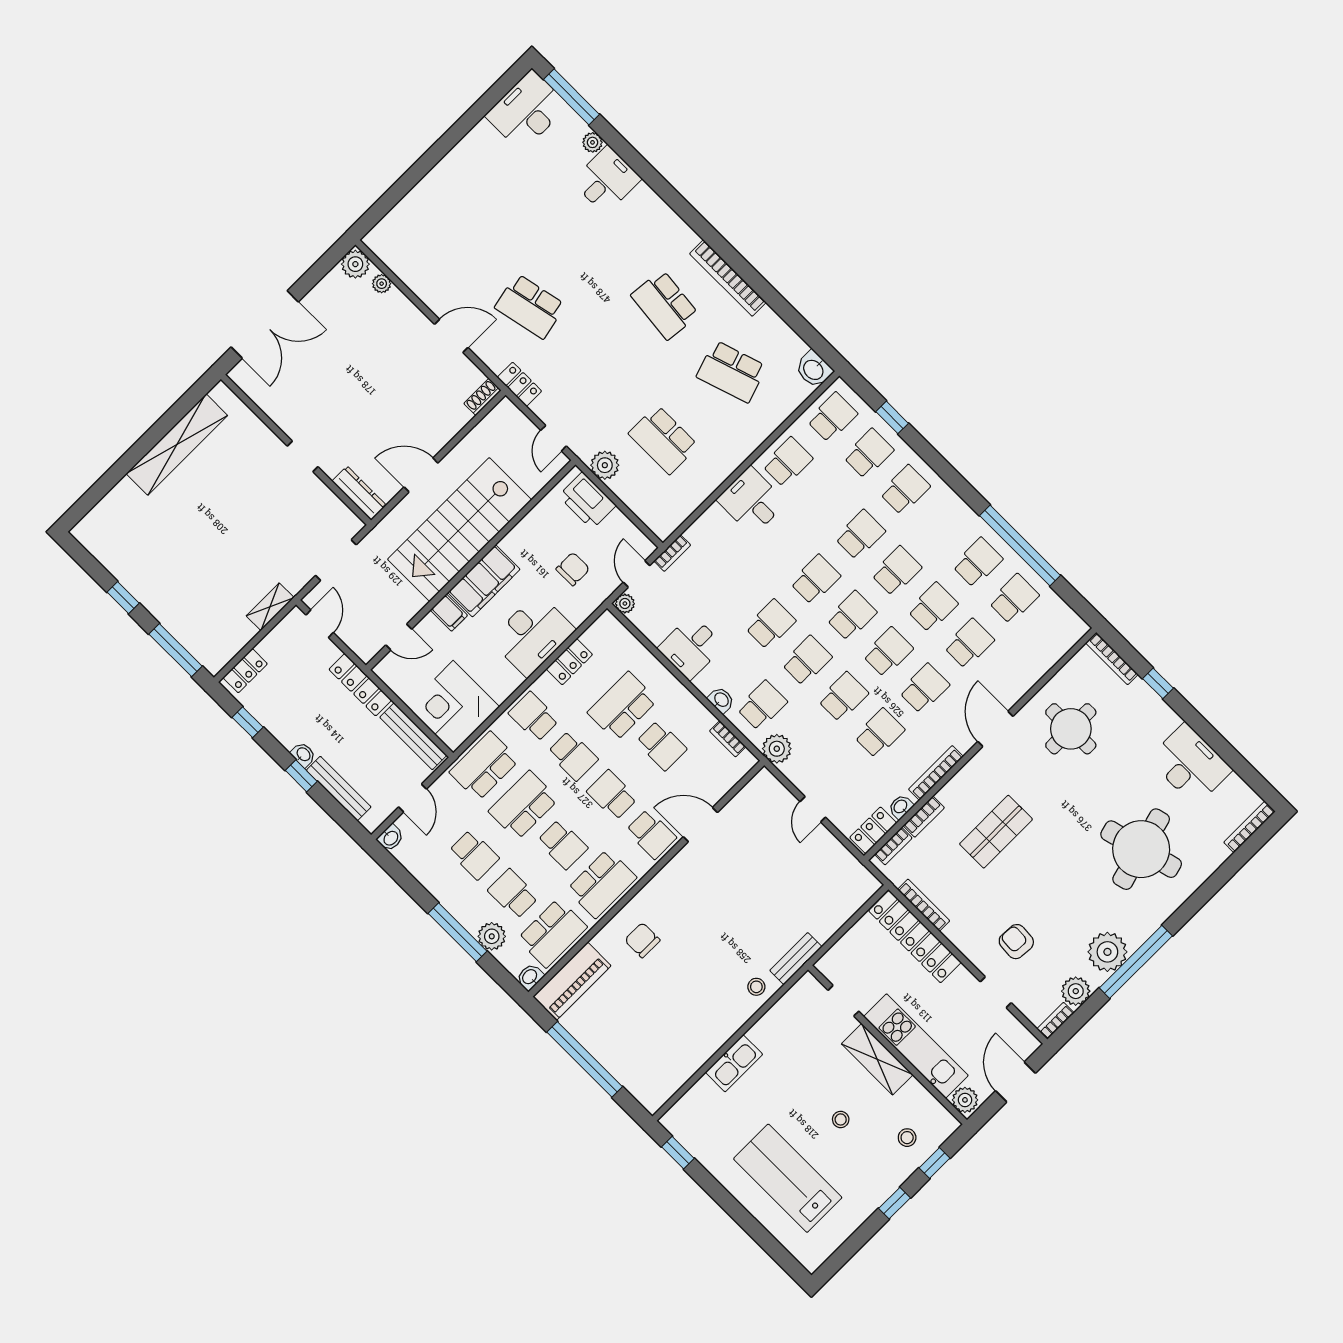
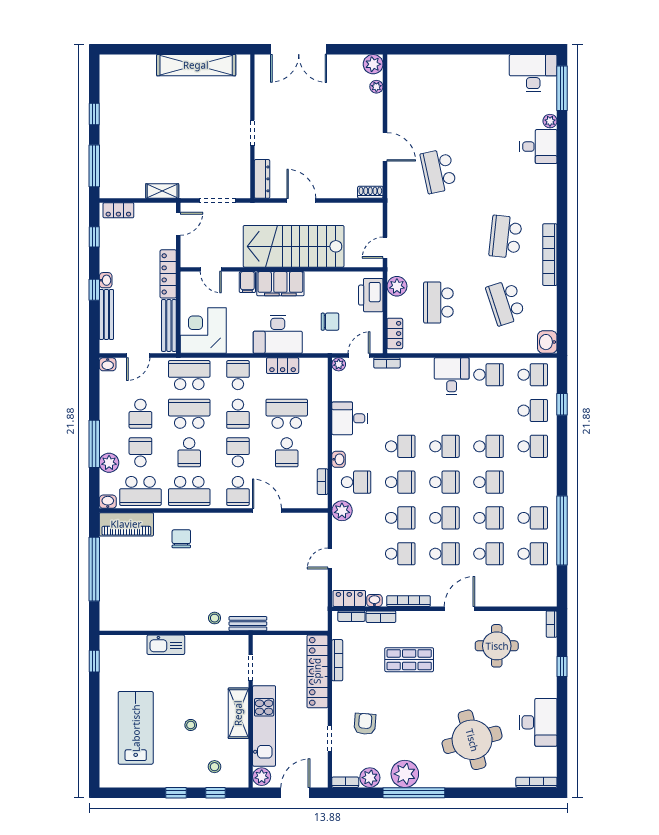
locker: (519, 384) -> (395, 334), moved
bookcase: (1112, 659) -> (552, 624), width x0.64

